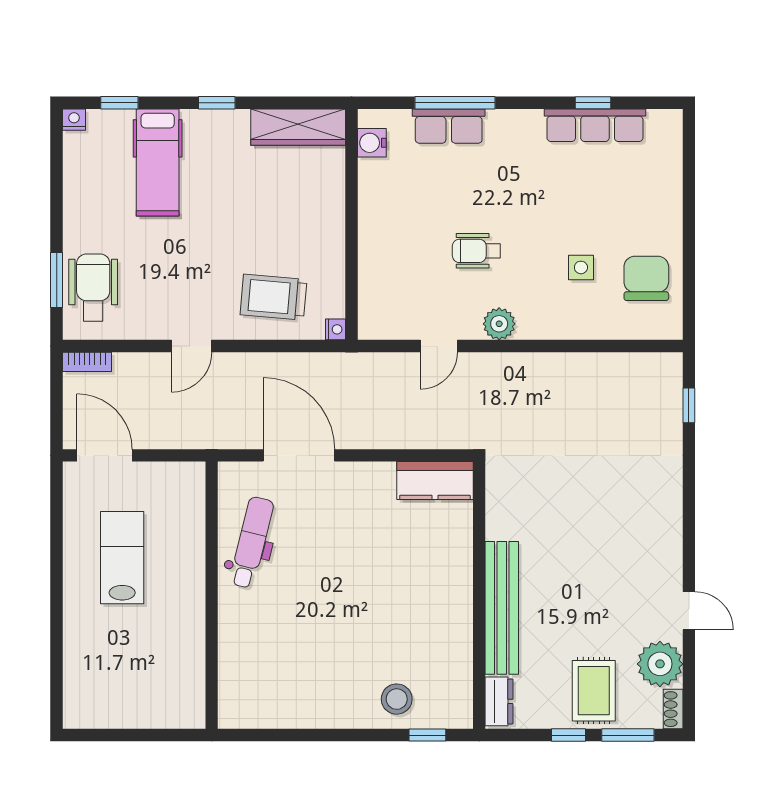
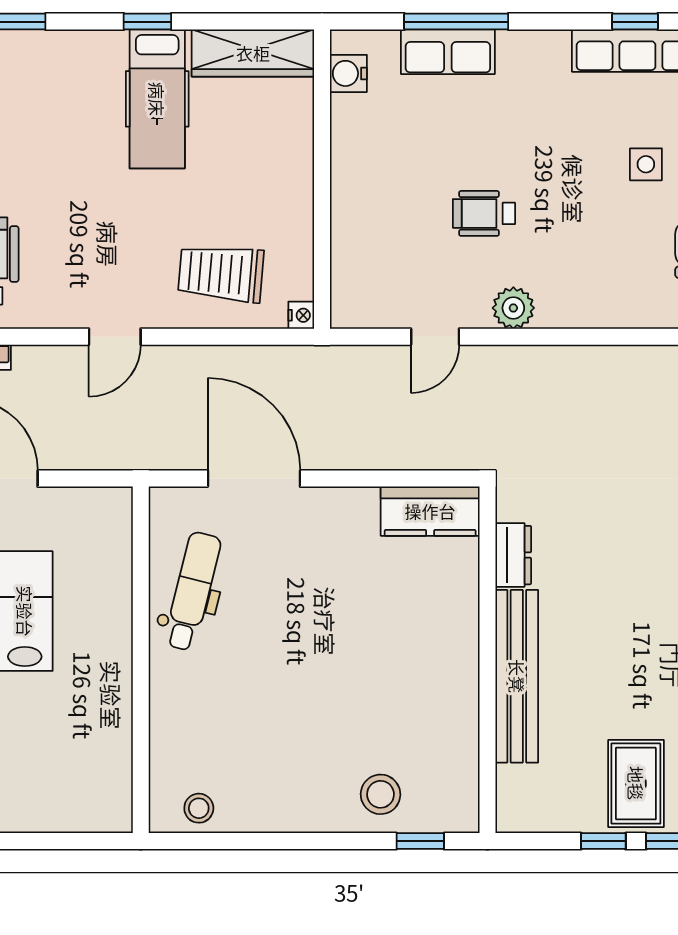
hospital bed: (158, 162) -> (157, 99), moved
side table: (581, 267) -> (646, 164), moved
dresser: (499, 701) -> (513, 555), moved
stool: (256, 710) -> (199, 808), added

